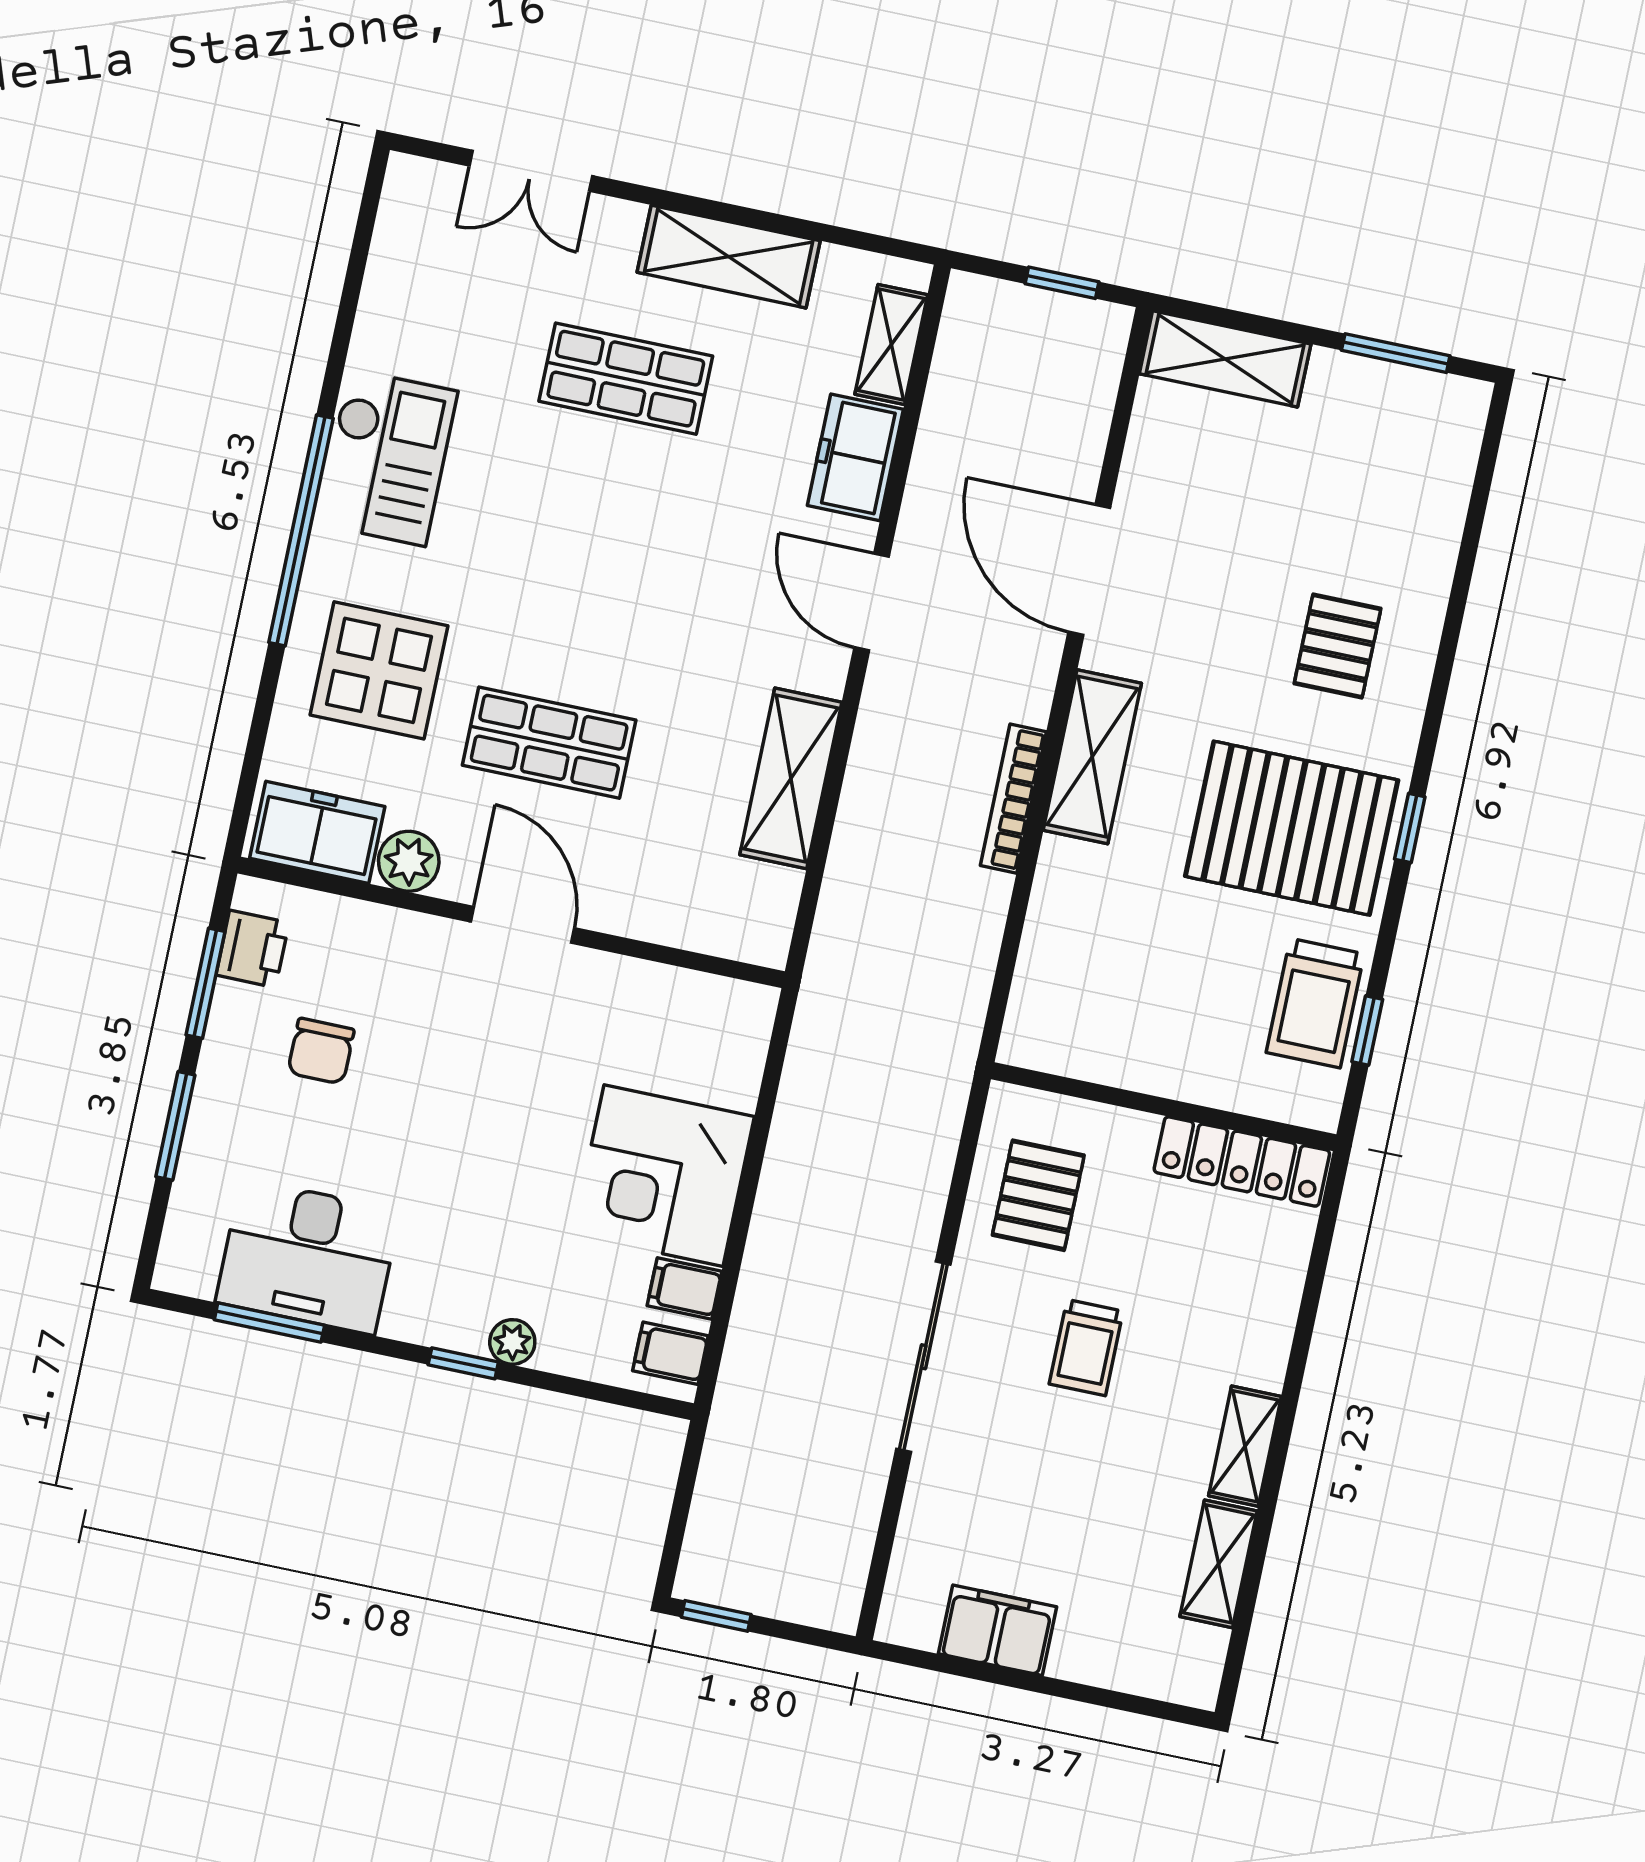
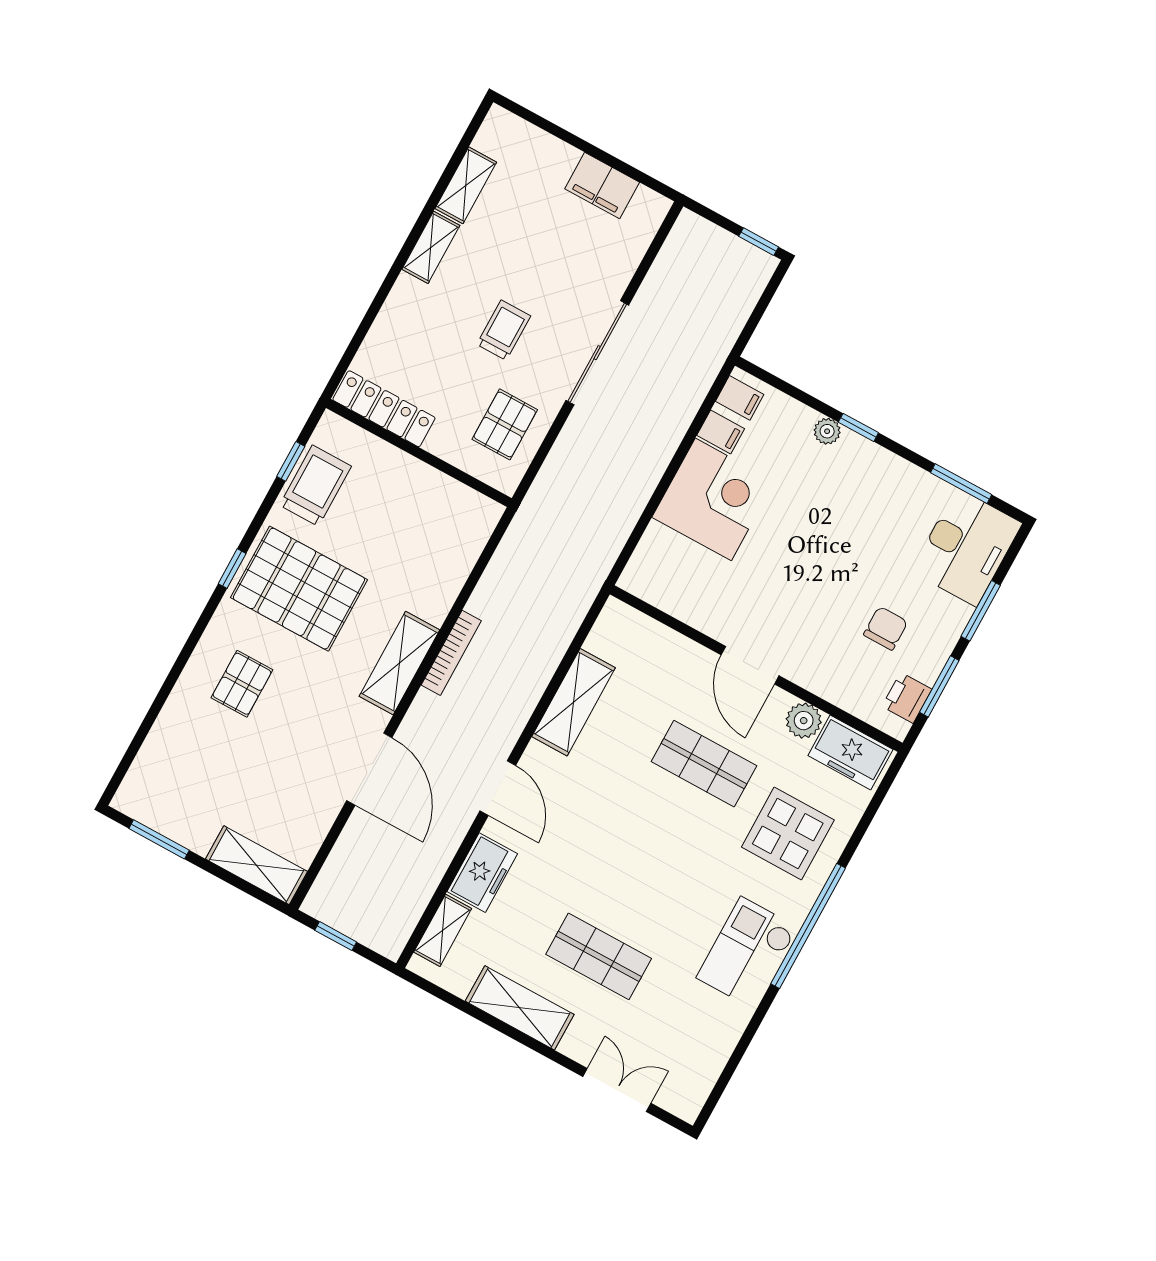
desk: (308, 1256) -> (967, 547), moved, turned 90

